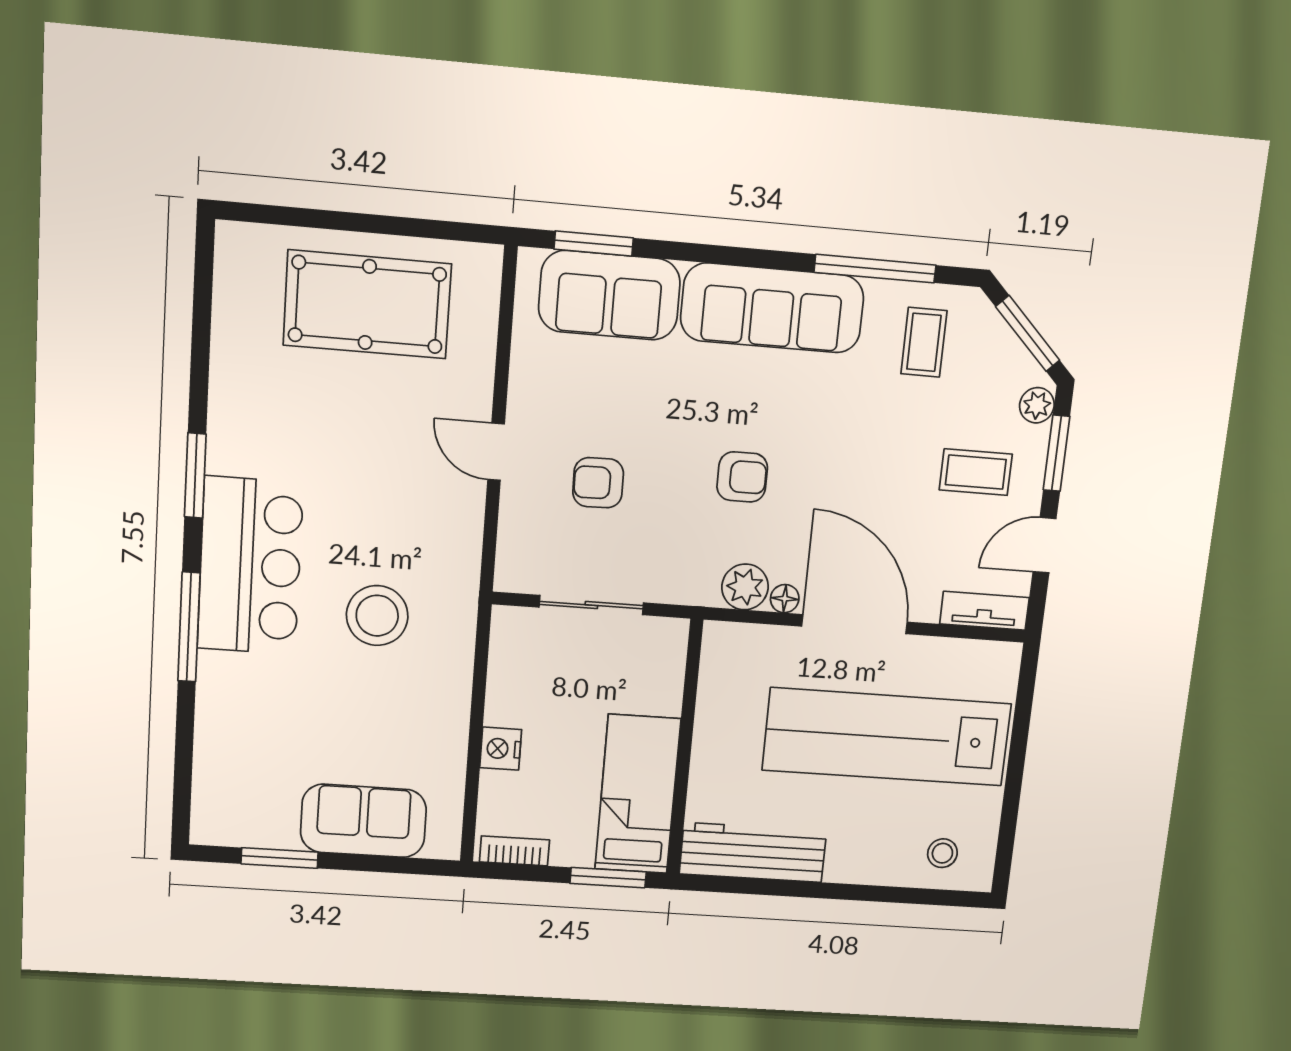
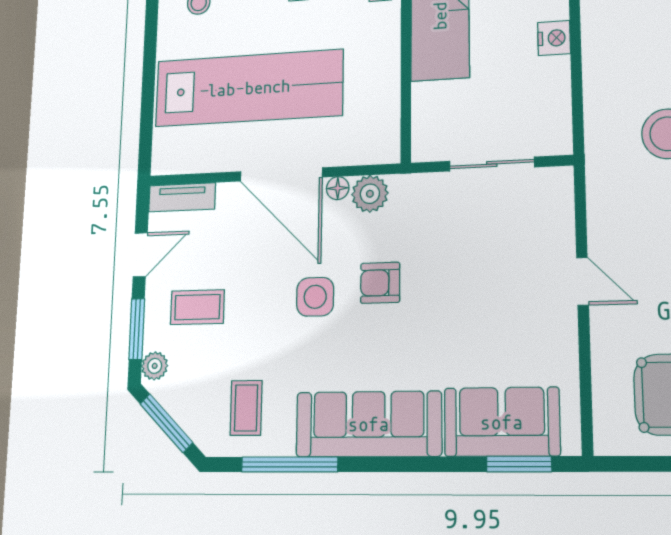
side table: (825, 469) -> (315, 297), added
armchair: (598, 483) -> (496, 265), removed

